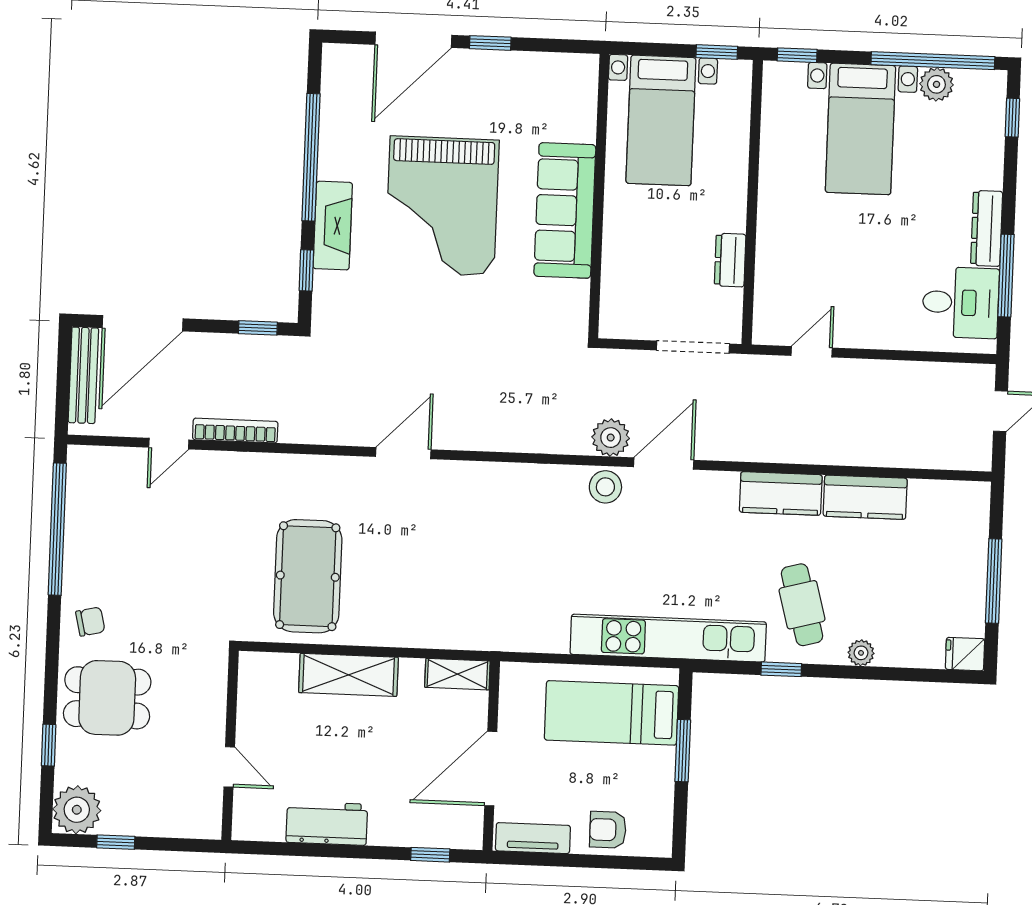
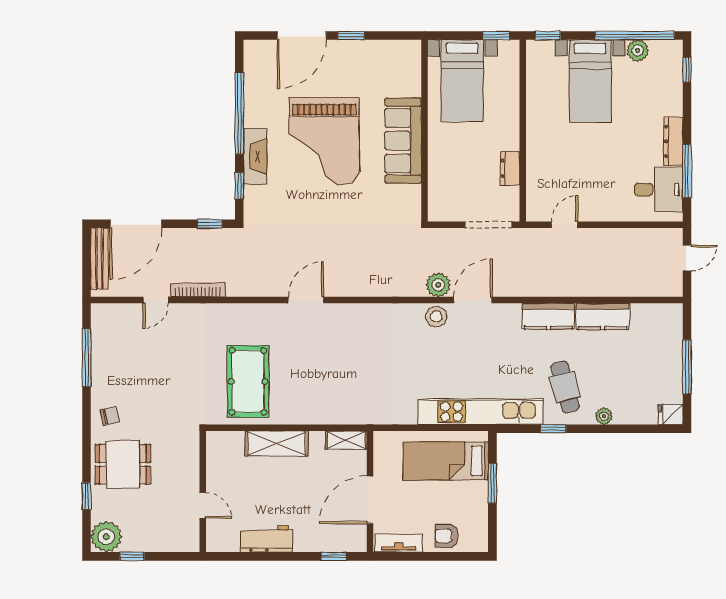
window: (57, 529) -> (87, 358), width x0.68

